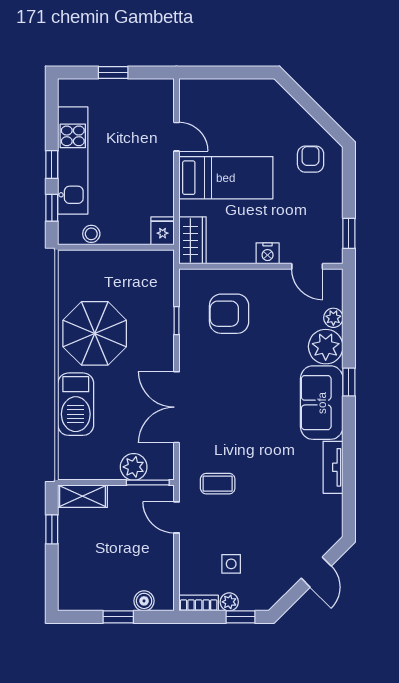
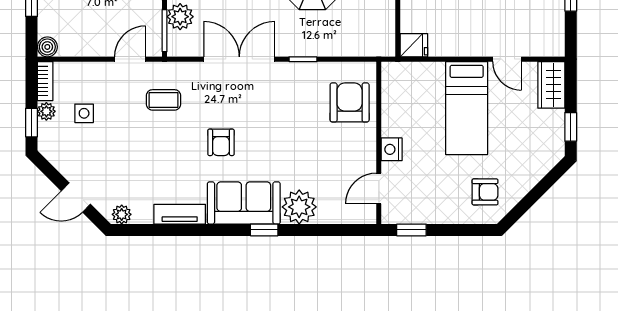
window: (245, 73) -> (571, 127), added
door: (177, 137) -> (507, 59), hinge flipped
wardrobe: (193, 240) -> (551, 85), moved, turned 90
armchair: (229, 314) -> (350, 102), moved
plant: (333, 318) -> (122, 214), moved
window: (177, 321) -> (303, 59), moved
armchair: (261, 426) -> (221, 142), added
coffee table: (218, 484) -> (164, 100), turned 90
boiler: (144, 601) -> (47, 47), moved

